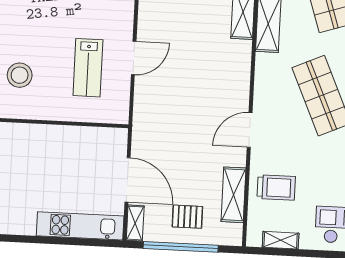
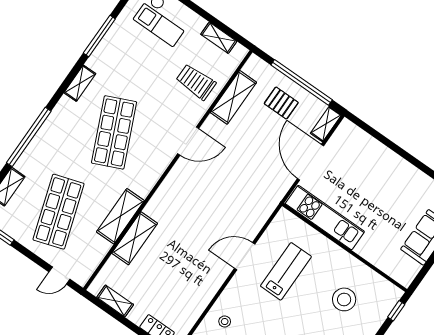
kitchen unit: (80, 226) -> (325, 218), moved, turned 180

